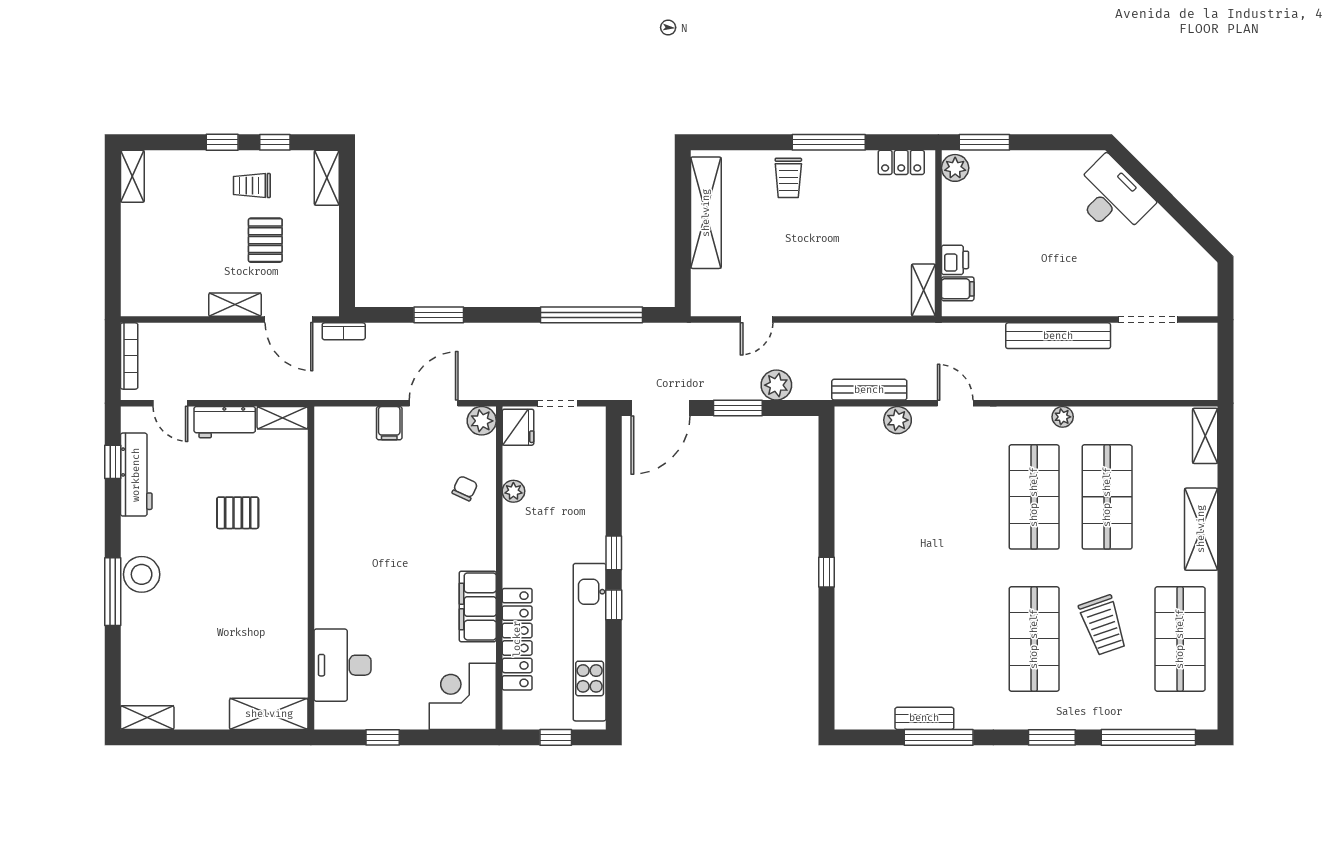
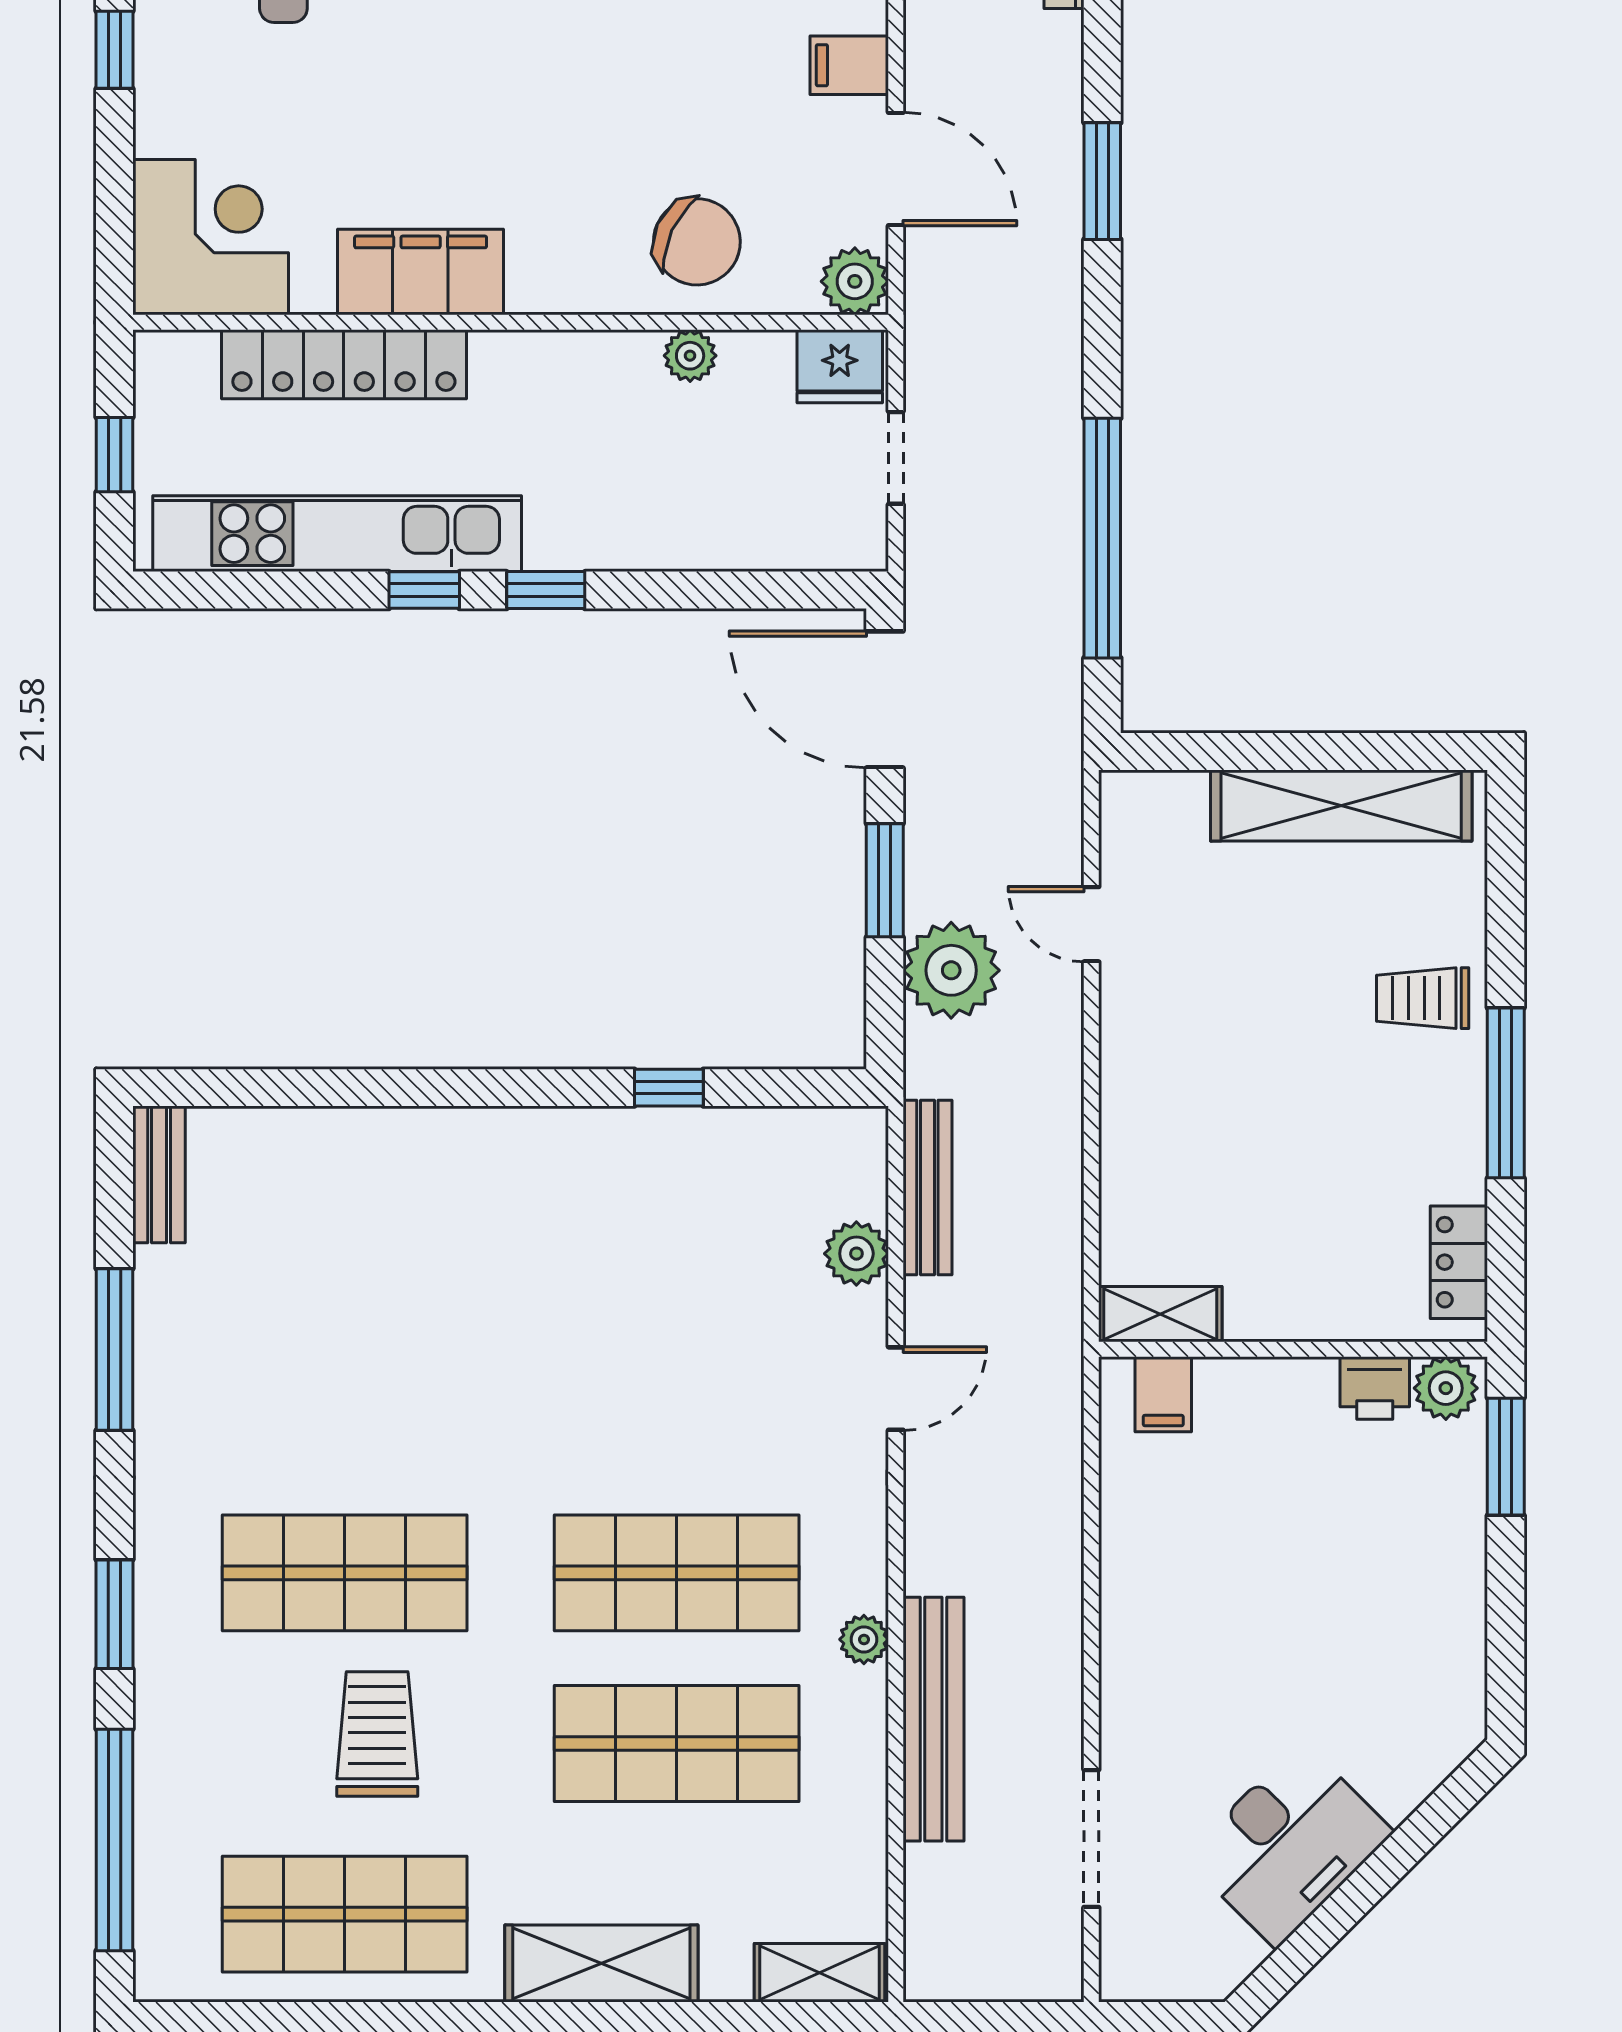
desk: (1112, 197) -> (1289, 1845), moved
printer: (955, 260) -> (1375, 1388), moved
bench: (1058, 336) -> (933, 1719), moved
plant: (776, 385) -> (951, 970), width x1.36, depth x1.36
chair: (465, 488) -> (697, 242), width x1.87, depth x1.87
window: (827, 572) -> (669, 1088), moved
trolley: (1103, 625) -> (377, 1734), turned 109
bench: (924, 718) -> (159, 1174), moved

